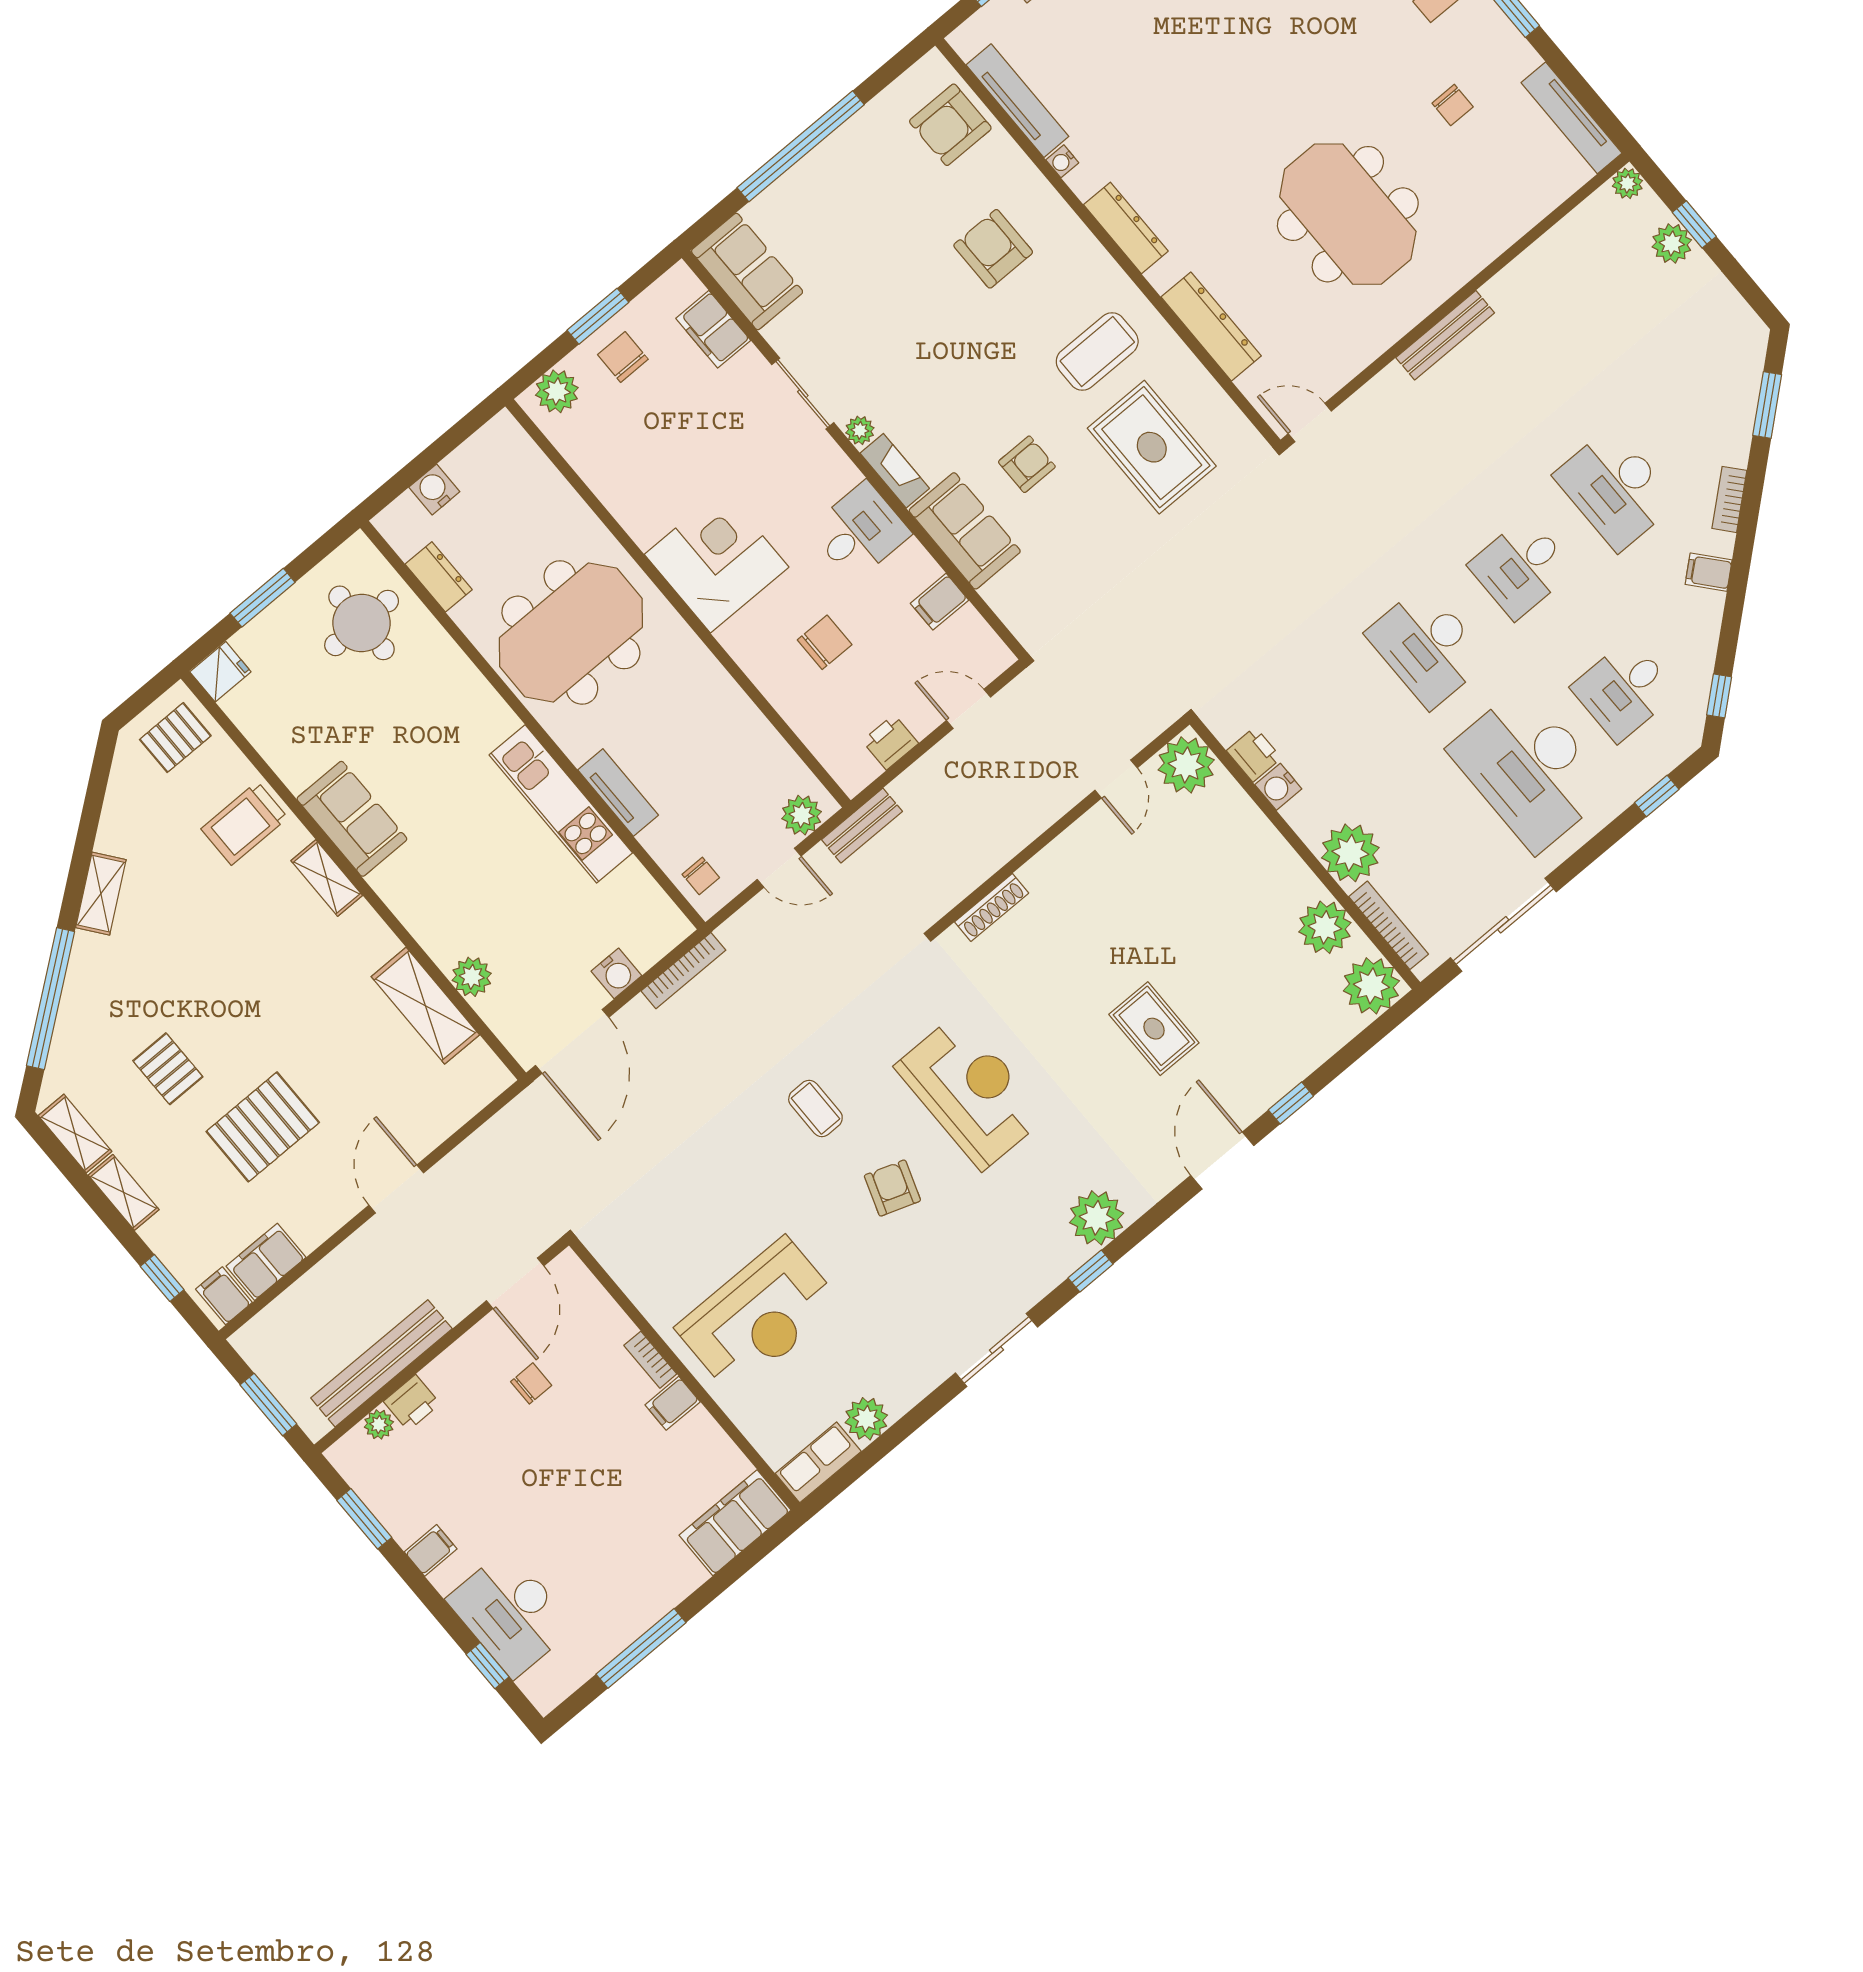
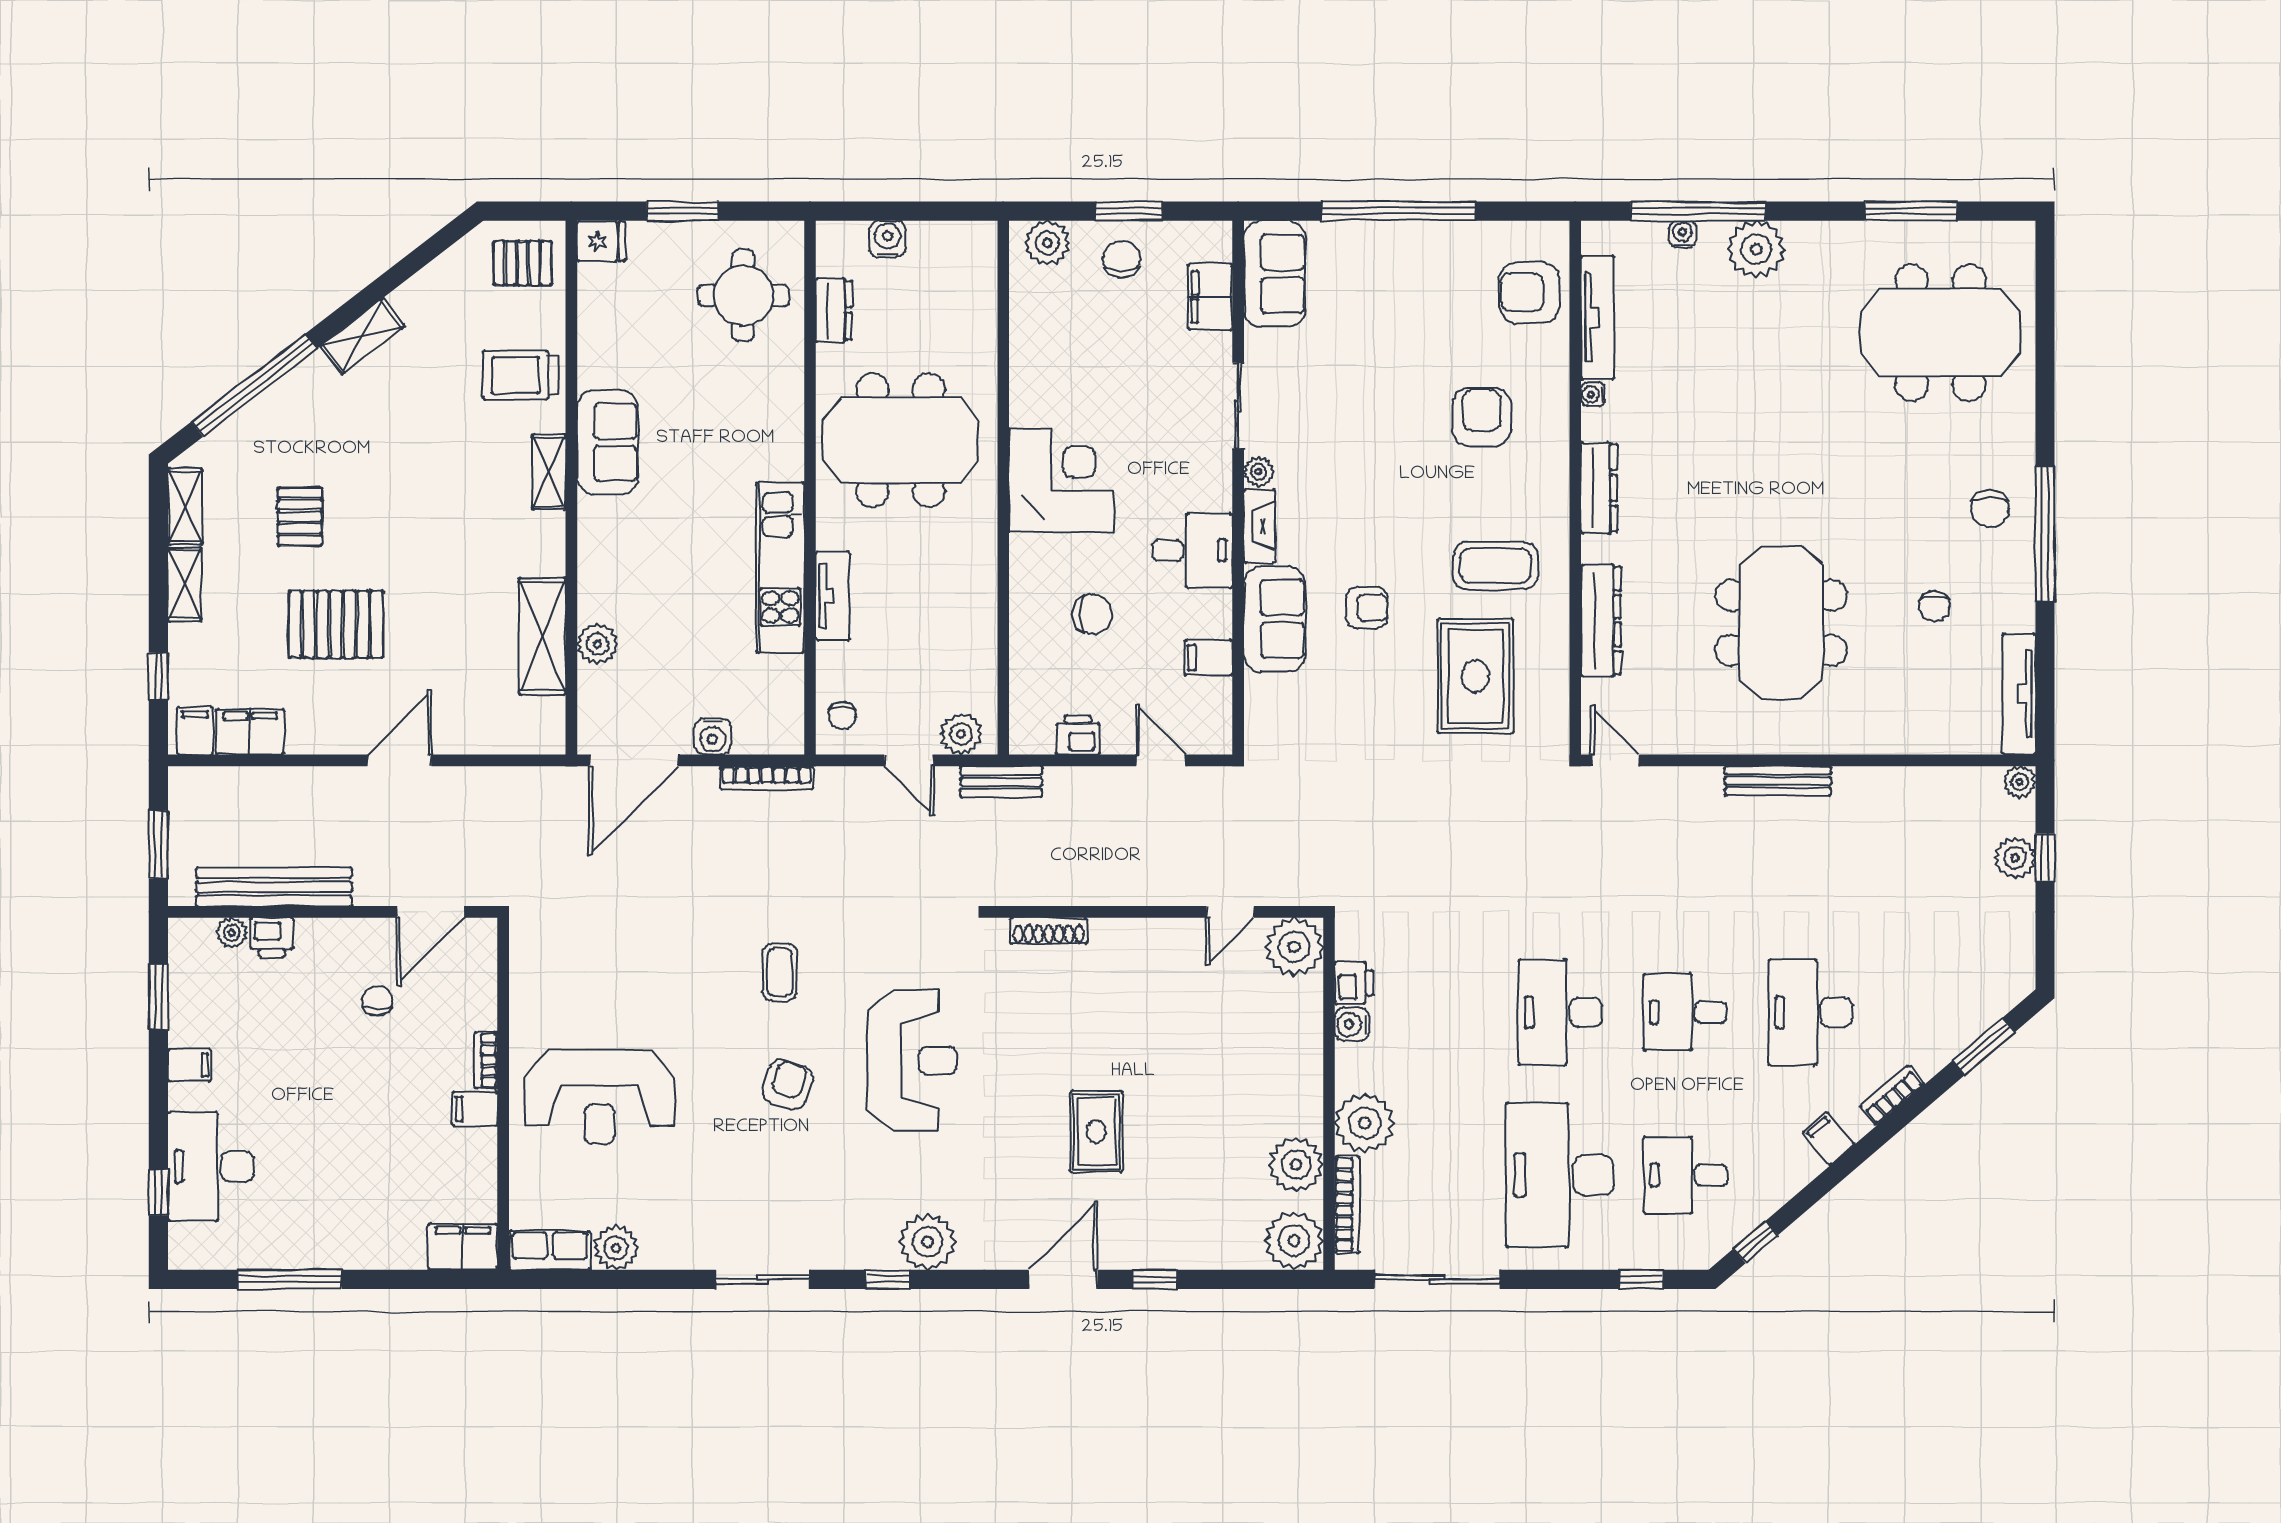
chair: (531, 1383) -> (377, 1001), turned -90
filing cabinet: (735, 1523) -> (463, 1247), width x0.67, depth x0.86

